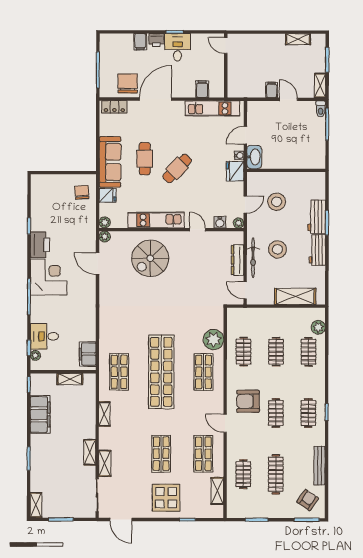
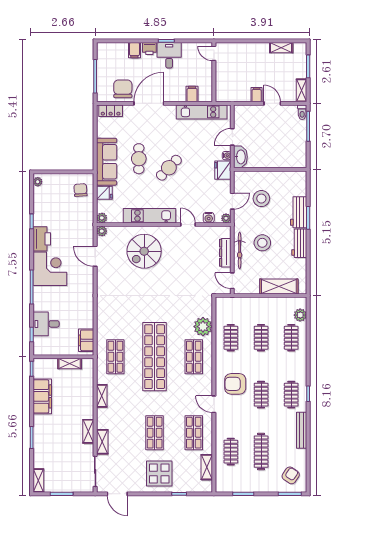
plant: (35, 355) -> (38, 182), moved
bench: (319, 466) -> (302, 430), moved

